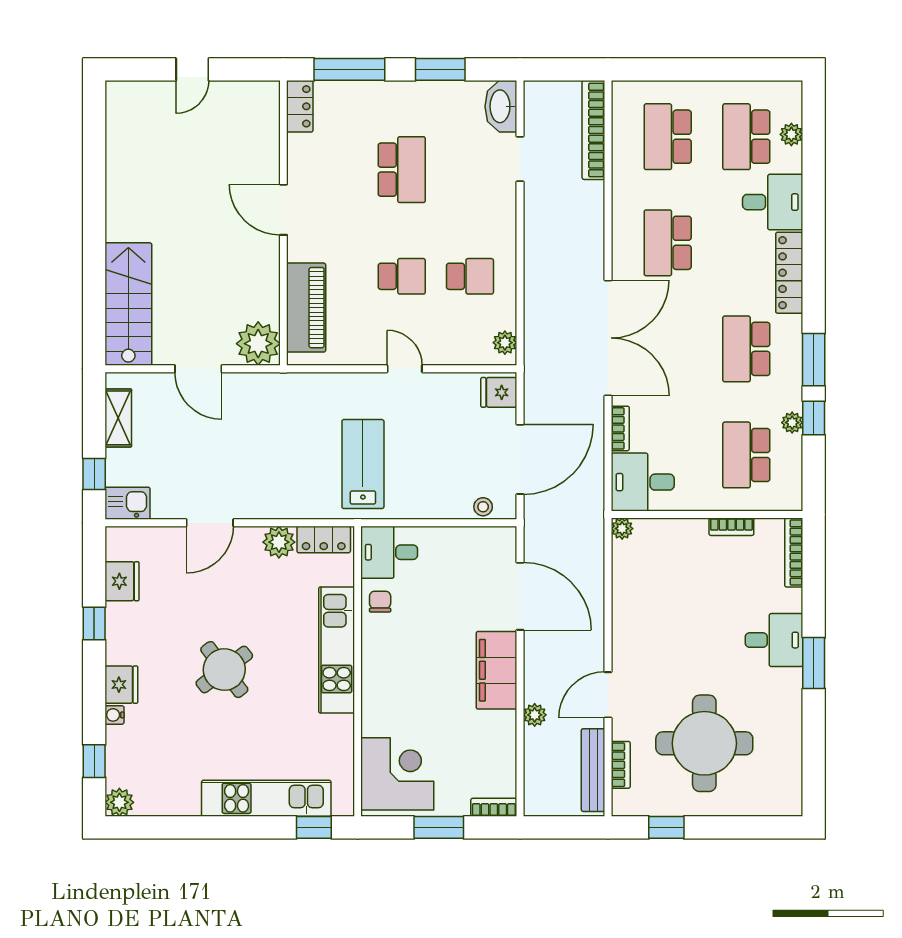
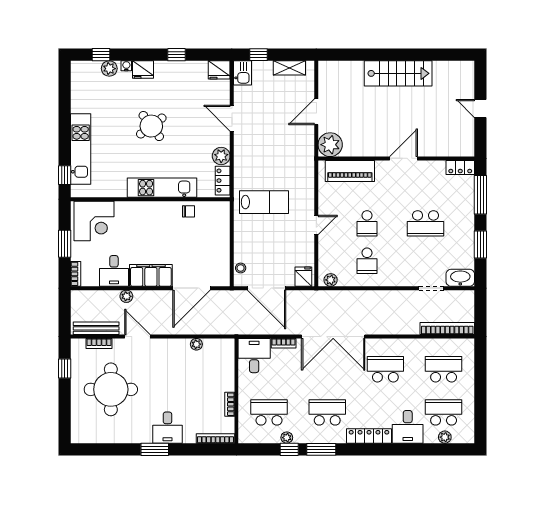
stairs: (128, 304) -> (398, 73), moved
plant: (622, 529) -> (196, 344), moved
desk: (389, 552) -> (114, 271), moved, turned 180
fridge: (122, 581) -> (219, 70), moved
plant: (119, 802) -> (109, 69), moved

